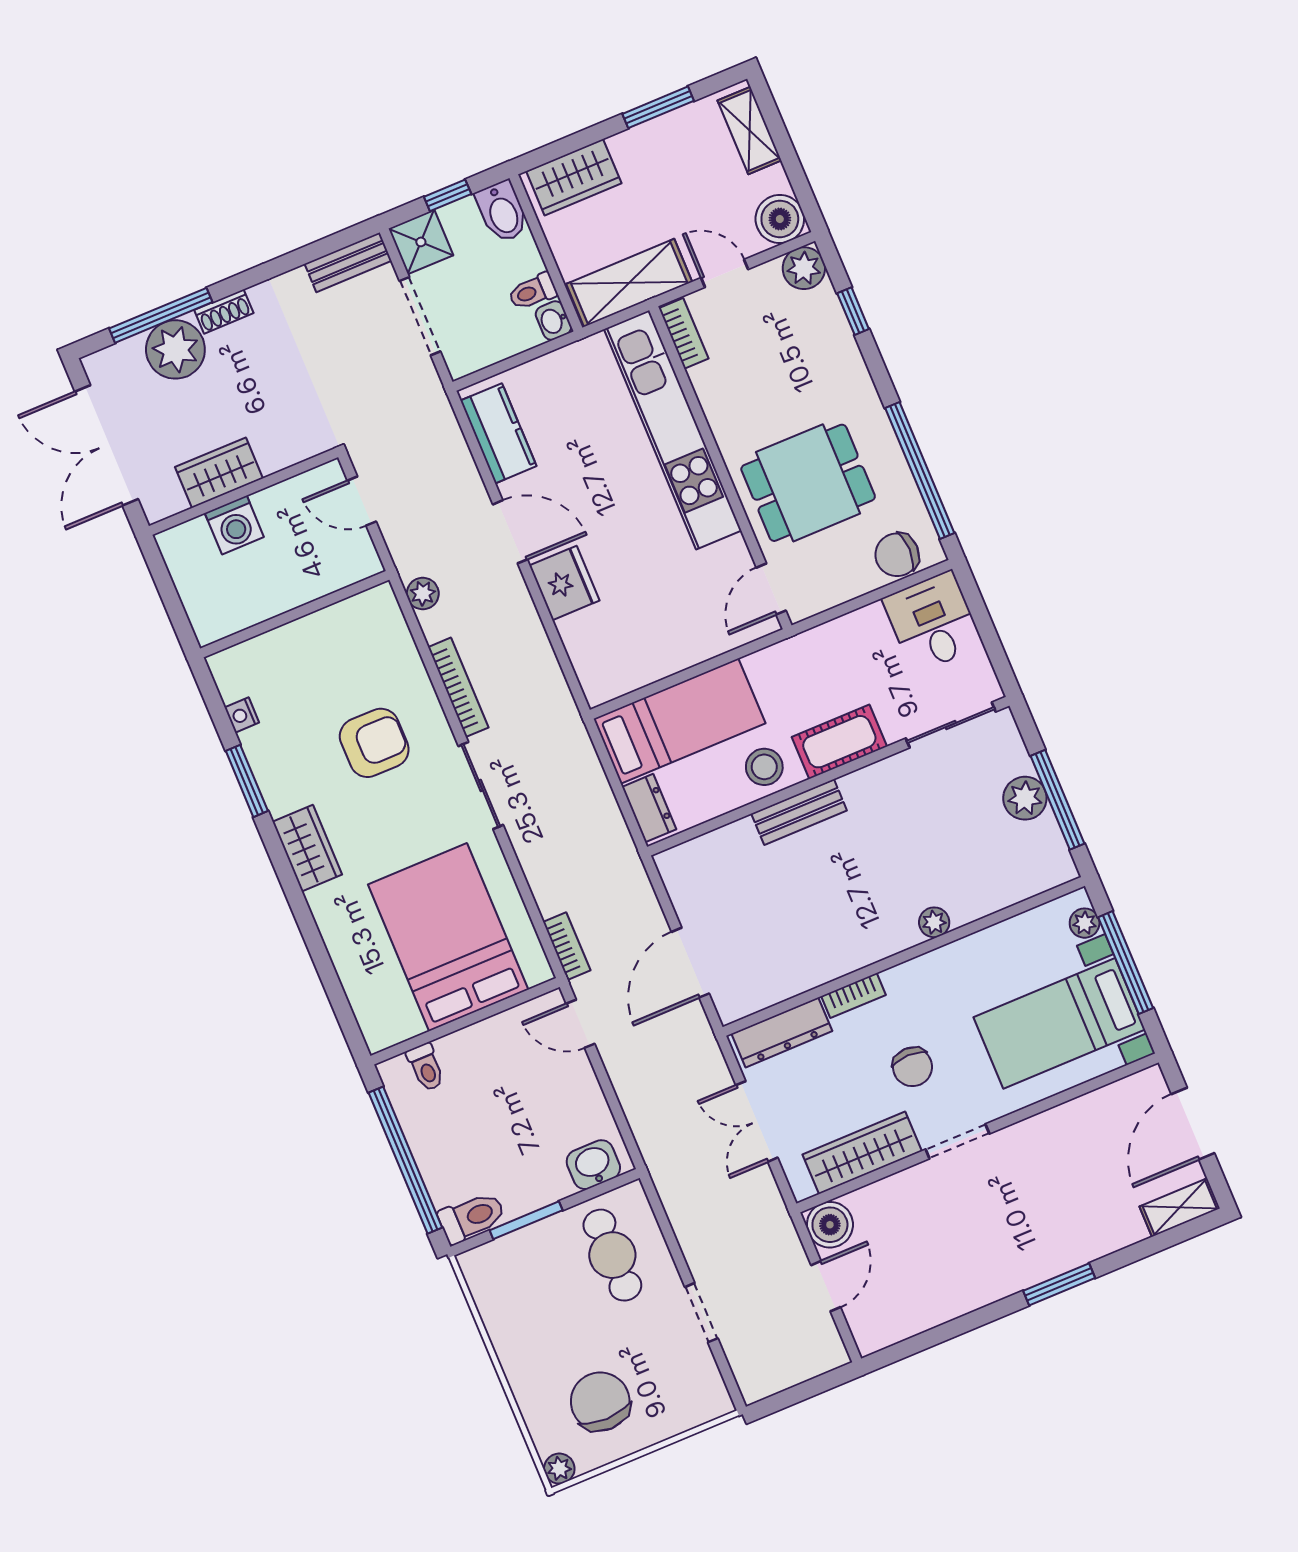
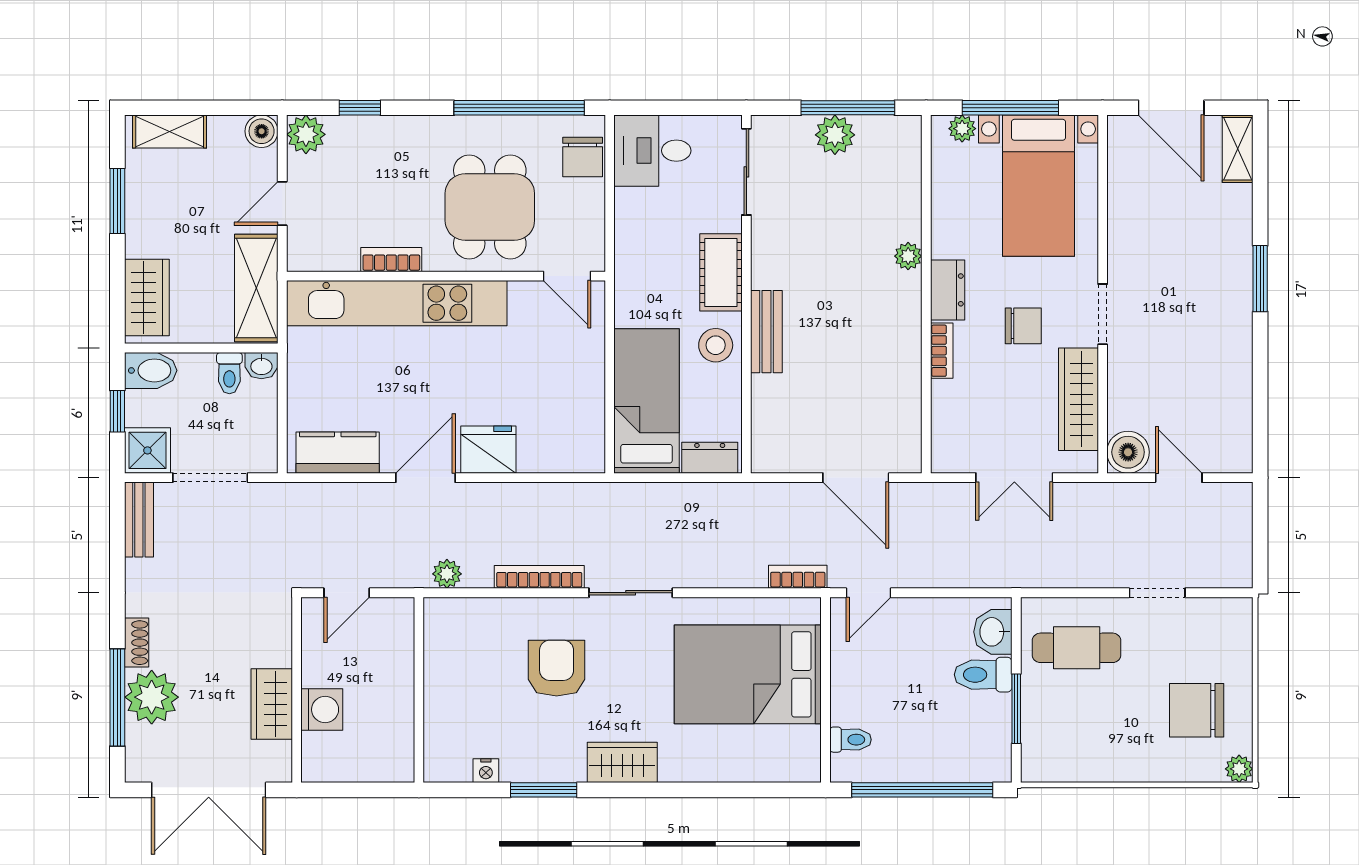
boiler: (780, 219) -> (262, 131), width x0.73, depth x0.73
bookcase: (684, 333) -> (391, 260), moved
dresser: (782, 1032) -> (948, 290), moved, width x0.70
toilet: (472, 1217) -> (983, 675), moved, turned -90

